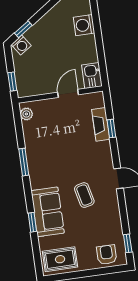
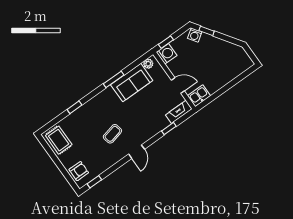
washing machine: (84, 25) -> (167, 54), moved, turned 90
fireplace: (101, 124) -> (179, 112), moved
sofa: (48, 212) -> (132, 83), moved

